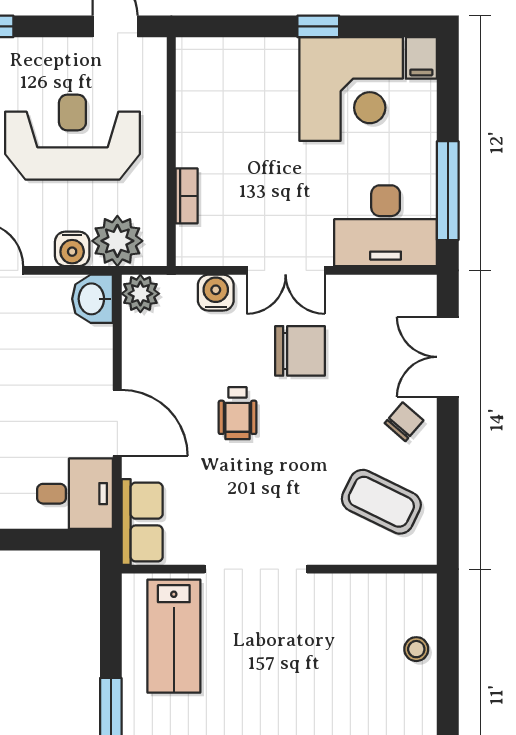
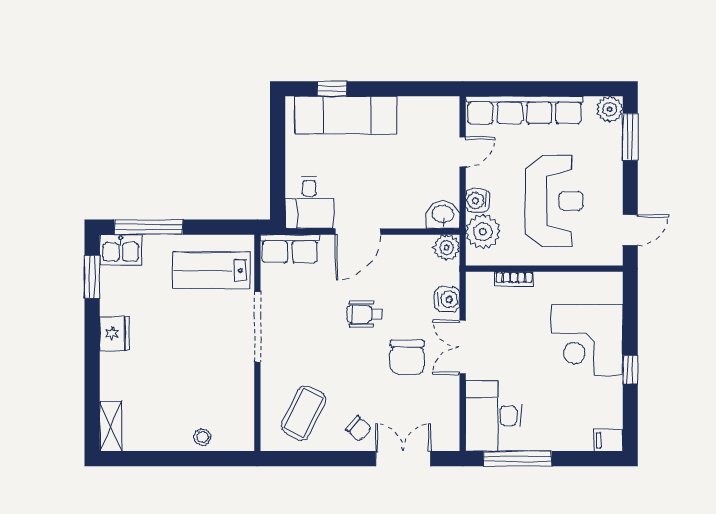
corner desk: (351, 89) -> (587, 340), moved

